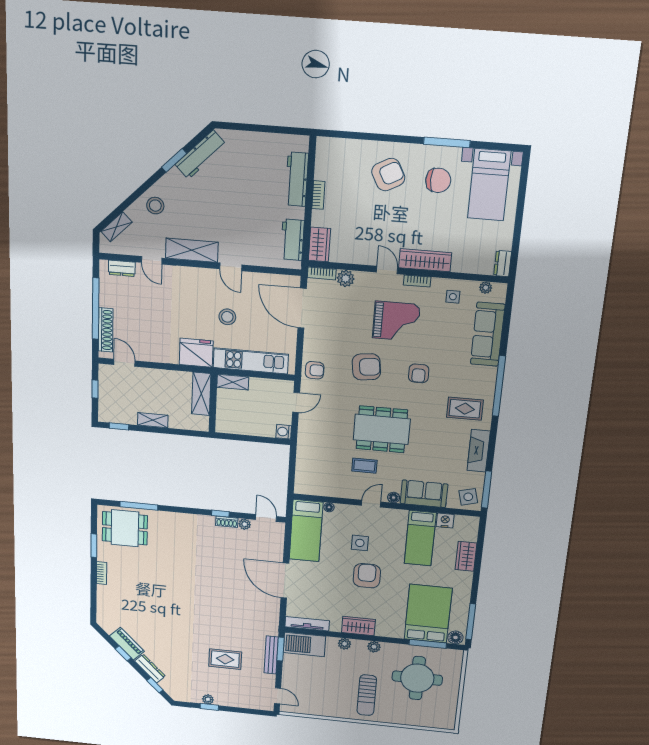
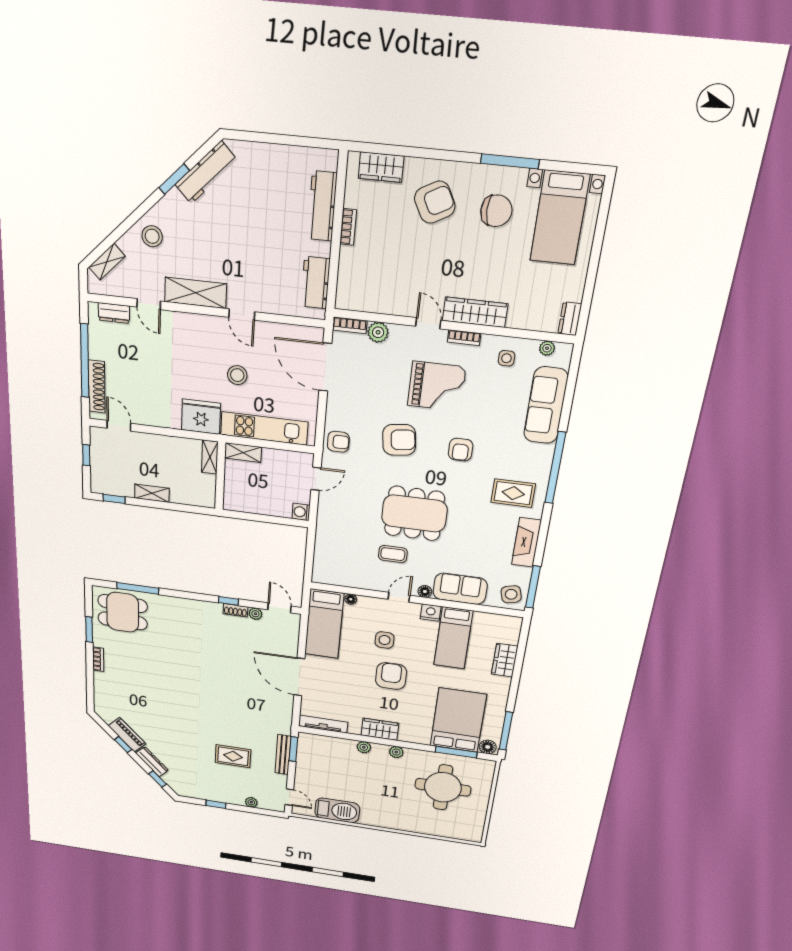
wardrobe: (319, 244) -> (381, 167), moved, turned 90
shelving: (201, 394) -> (210, 457), width x0.67, depth x0.75
nightstand: (445, 520) -> (431, 613), moved
barbecue: (304, 645) -> (337, 810), moved, turned 180
sun lounger: (367, 695) -> (386, 802), removed
plant: (208, 699) -> (251, 802), moved

